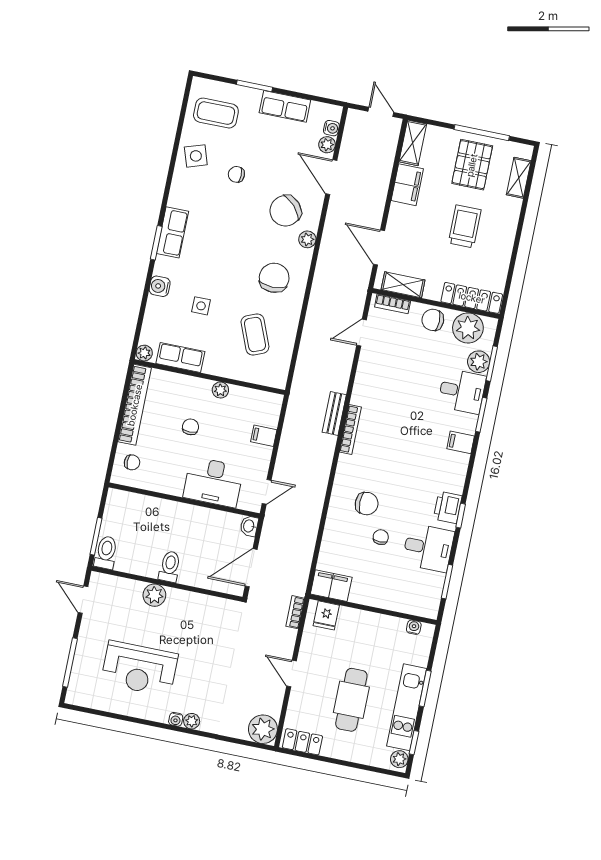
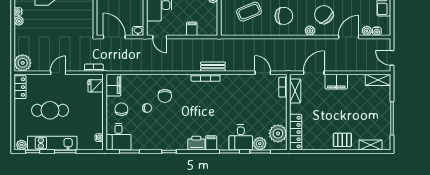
door: (381, 112) -> (392, 58), swing flipped
pallet: (472, 165) -> (342, 140), moved, width x0.67, depth x0.71
filing cabinet: (407, 185) -> (336, 82), moved
trolley: (465, 226) -> (336, 120), removed
chair: (433, 320) -> (121, 109), moved
printer: (448, 507) -> (196, 143), moved
desk: (428, 548) -> (119, 137), moved

